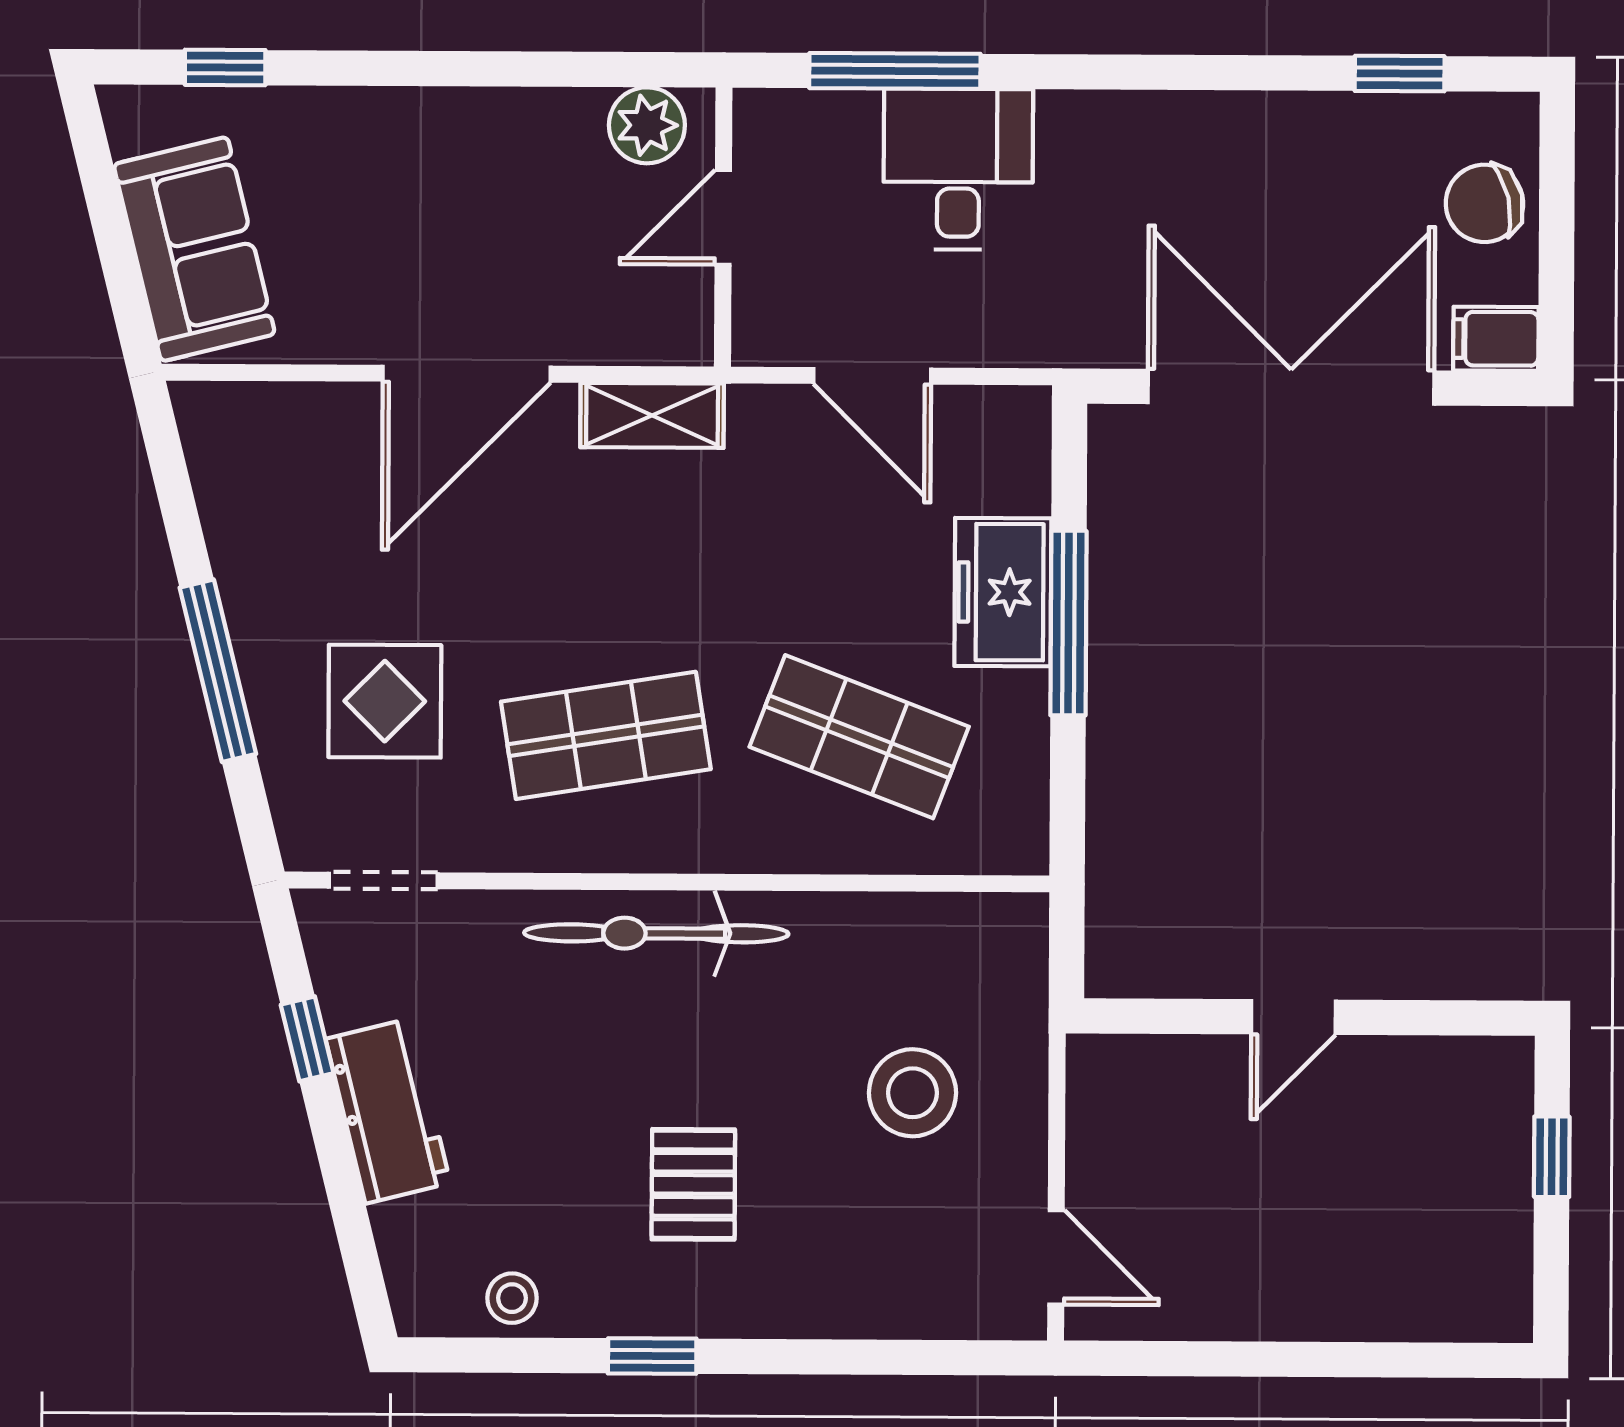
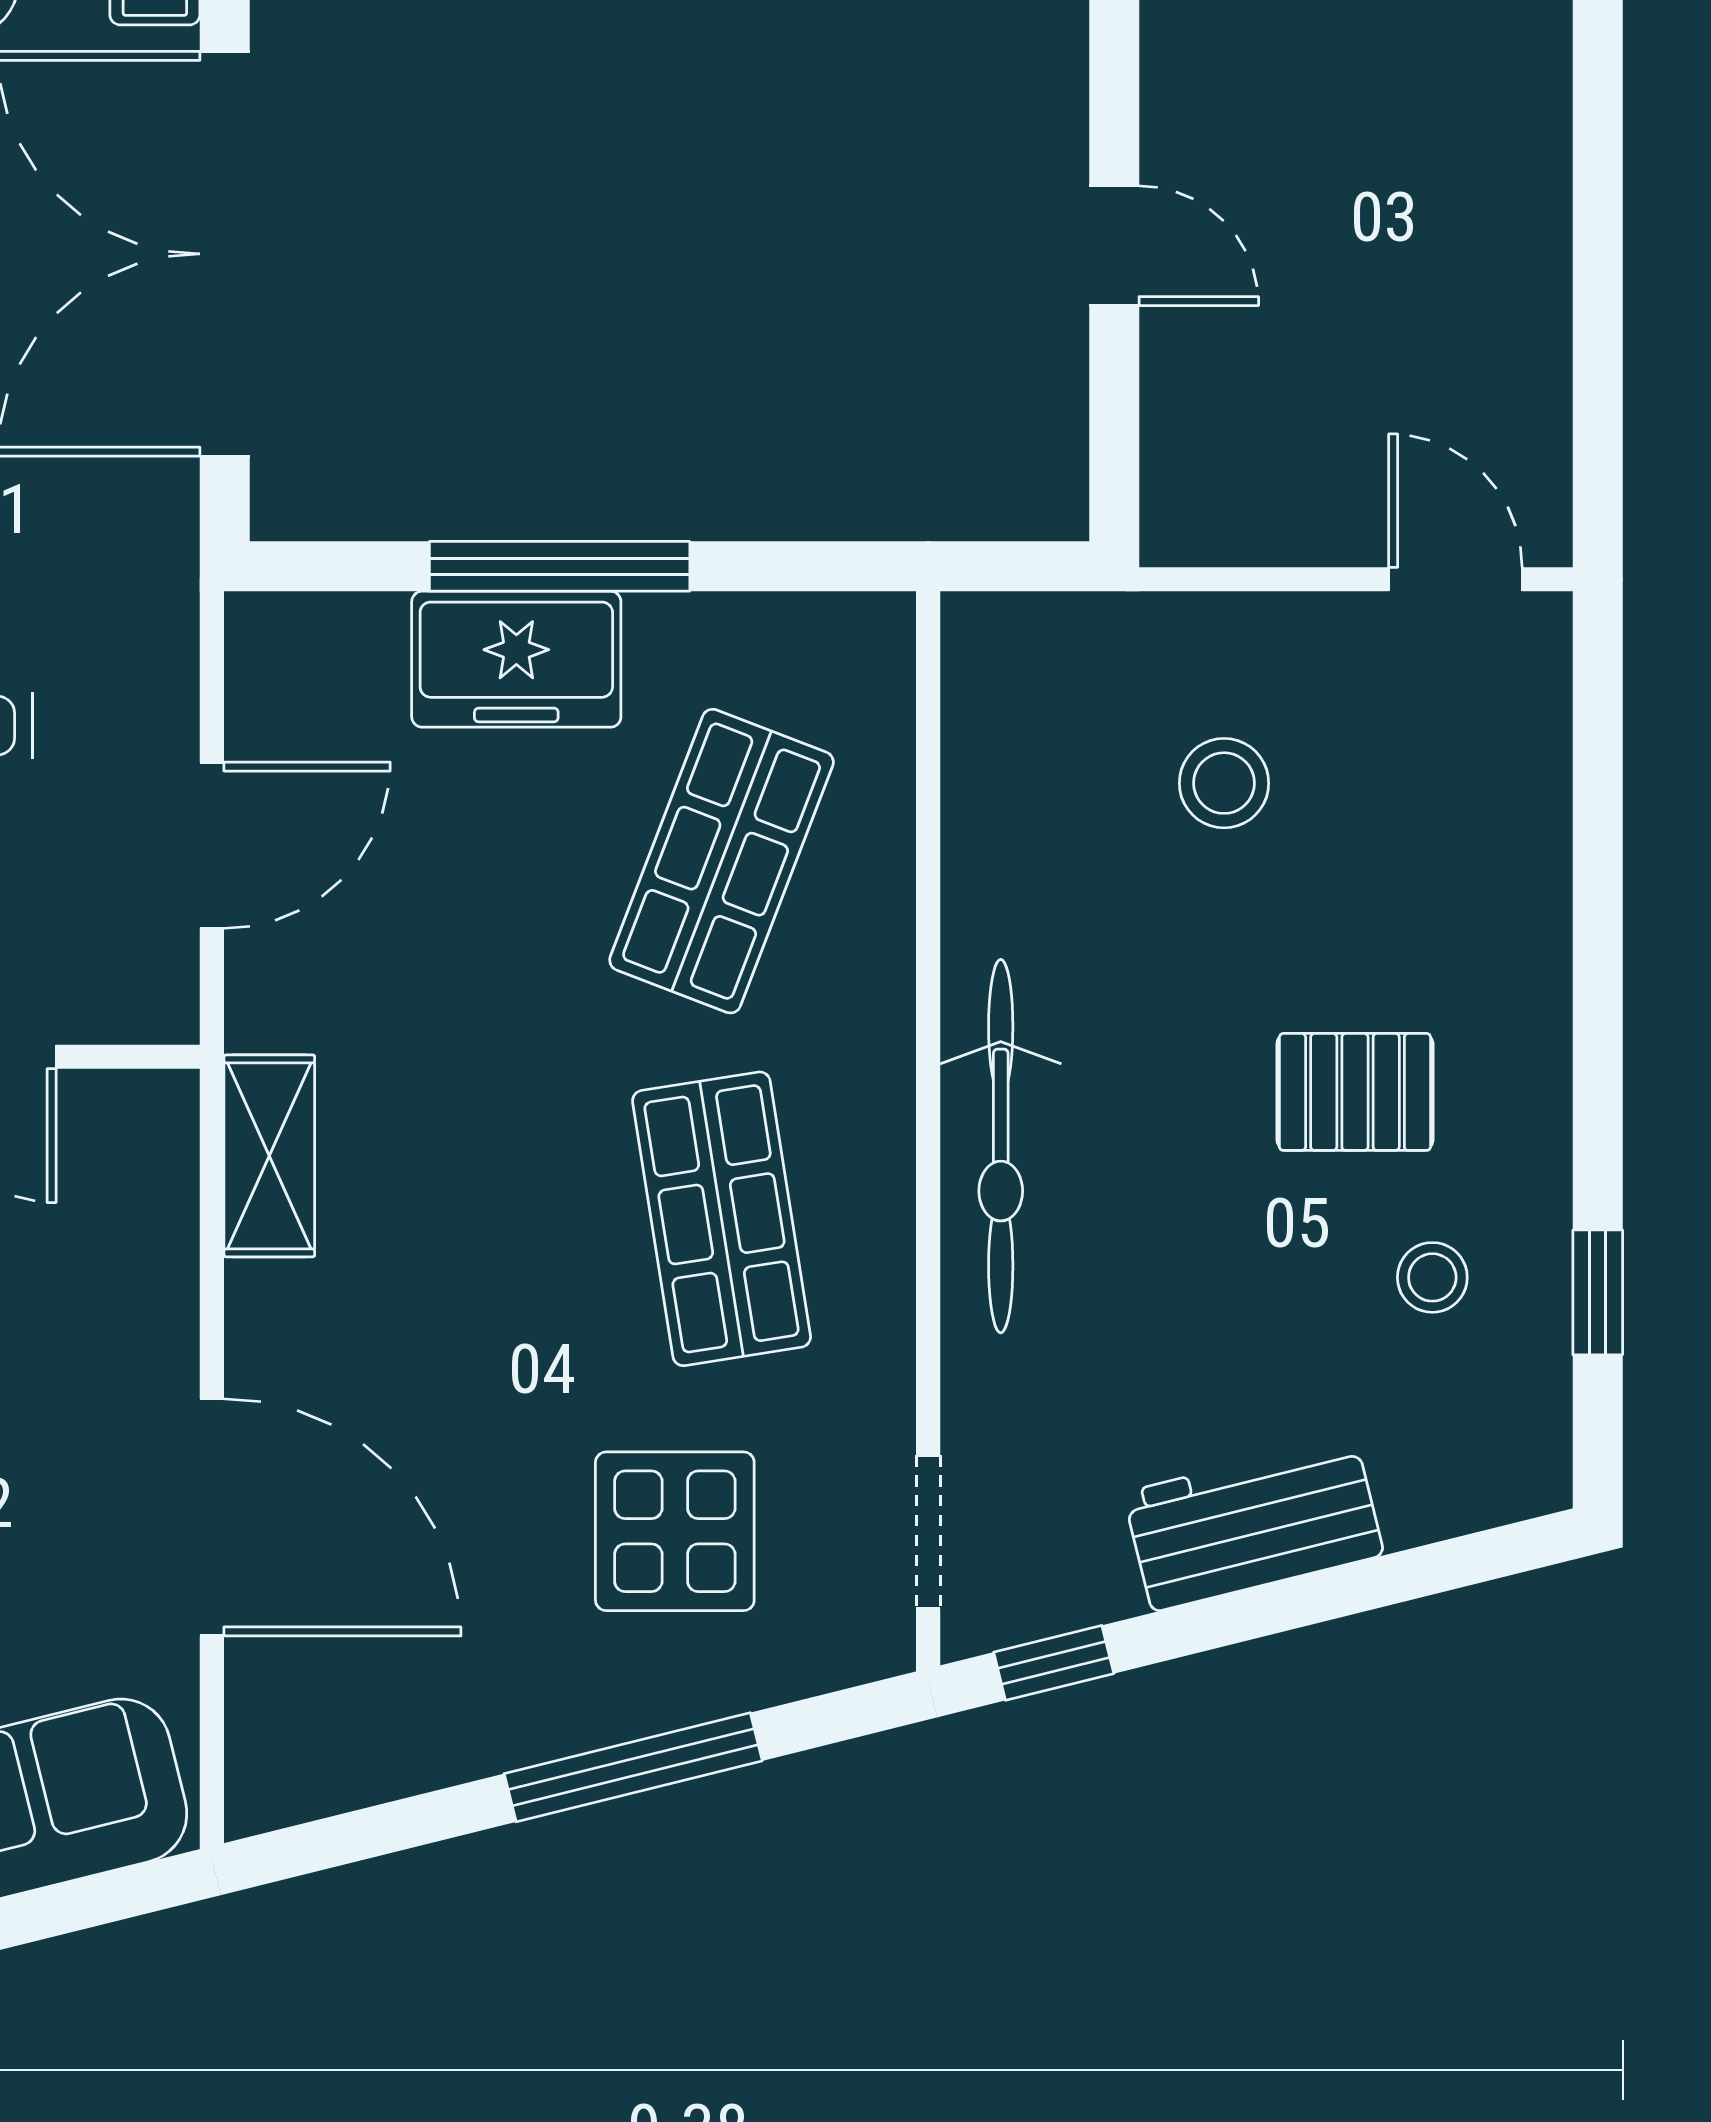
door: (467, 374) -> (212, 1517), moved
window: (307, 1039) -> (1054, 1663), moved
stool: (913, 1093) -> (1224, 783), width x0.73, depth x0.73
door: (1056, 1257) -> (1455, 579), hinge flipped
stool: (512, 1298) -> (1432, 1277), moved
window: (652, 1356) -> (1598, 1292), moved

